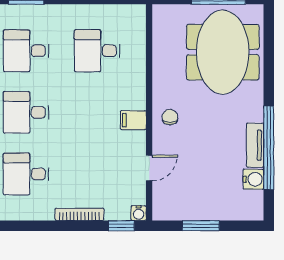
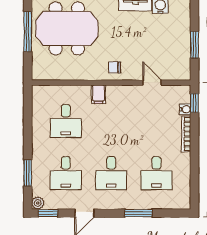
filing cabinet: (133, 120) -> (98, 94), moved
water cooler: (139, 213) -> (185, 109), moved

